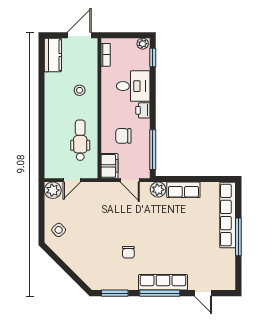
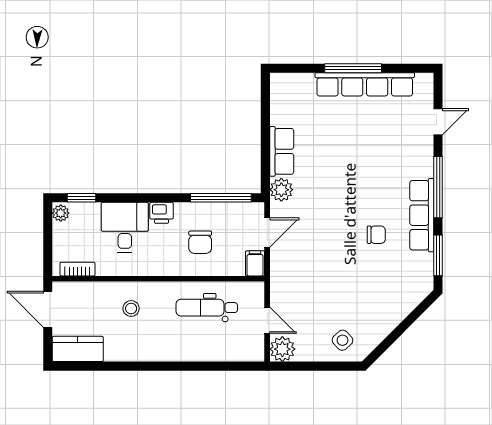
filing cabinet: (109, 166) -> (255, 263), width x0.50
row of seats: (228, 215) -> (365, 84), moved
row of seats: (163, 282) -> (422, 215), moved

